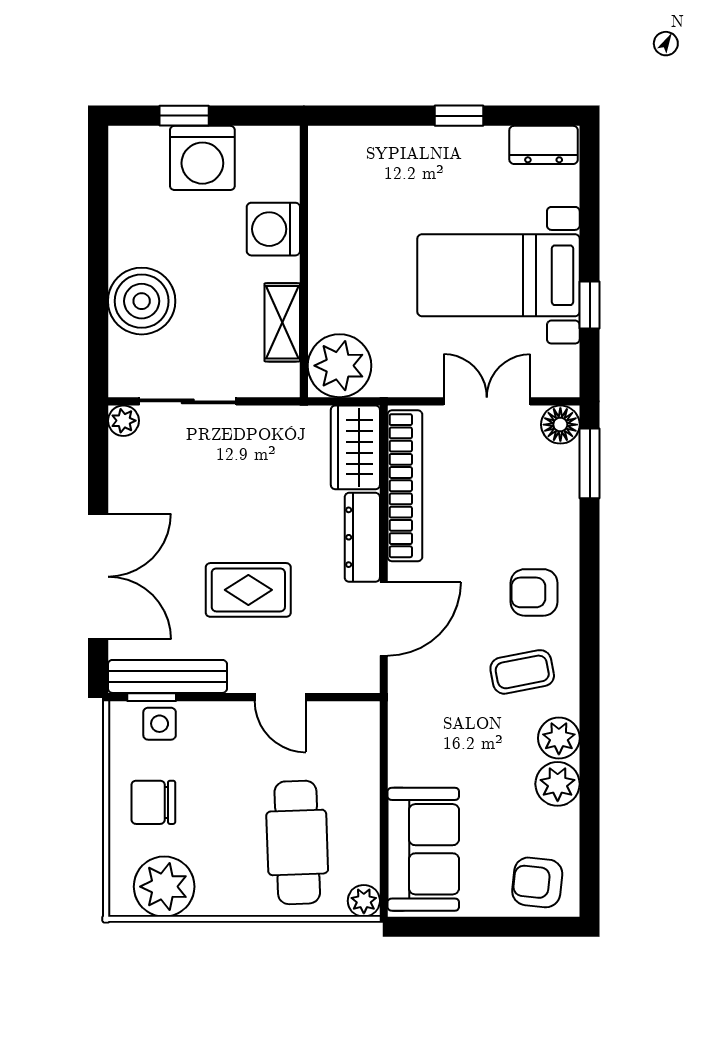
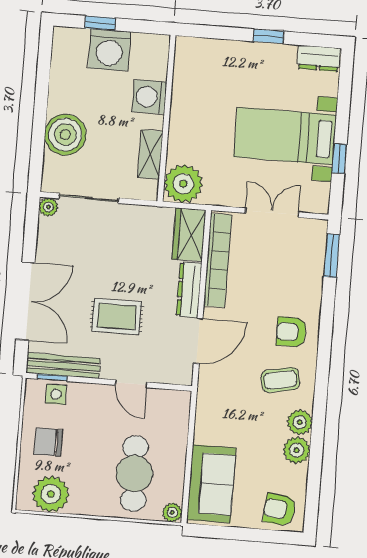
floor lamp: (560, 425) -> (316, 230), removed

